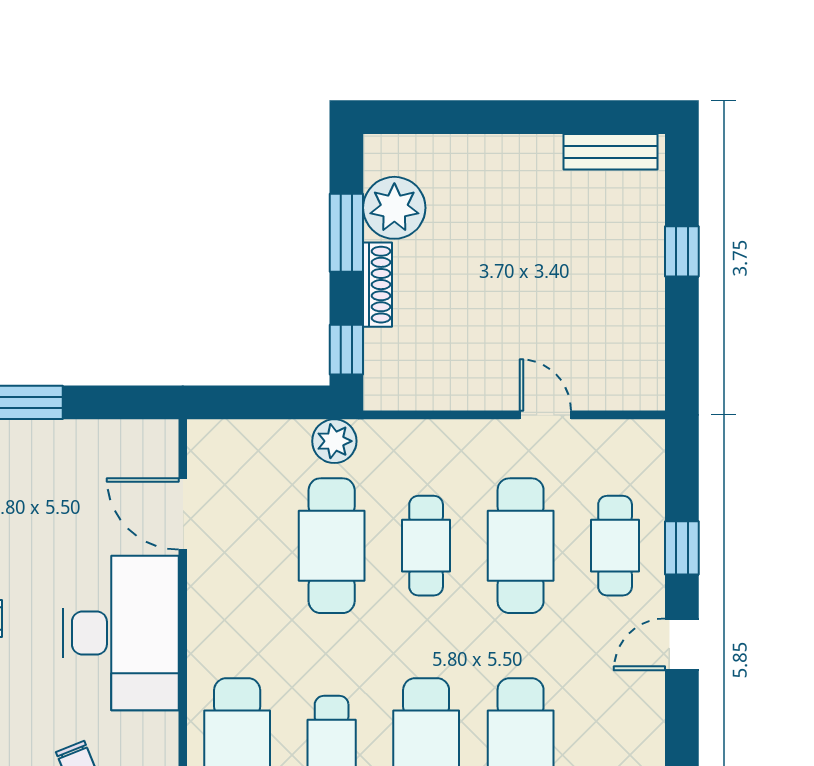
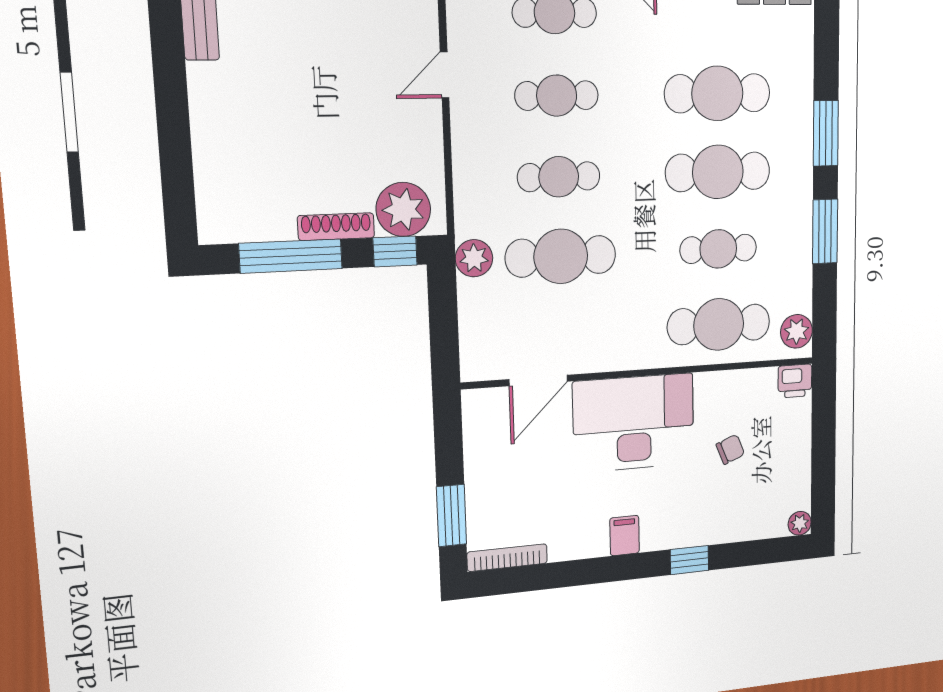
plant: (394, 208) -> (403, 209), moved
window: (346, 233) -> (291, 256), width x1.44
cafe table: (521, 546) -> (557, 96), width x0.73, depth x0.74

